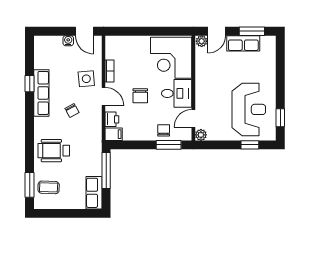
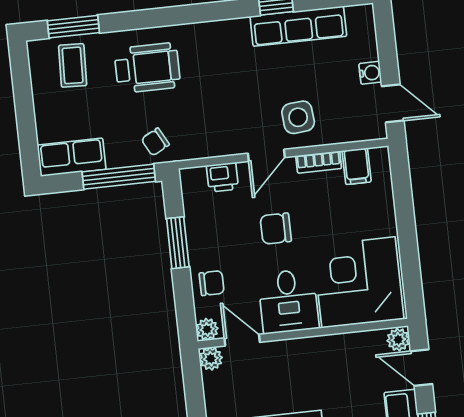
door: (85, 31) -> (393, 103), swing flipped
row of seats: (41, 93) -> (298, 26), moved
chair: (72, 110) -> (155, 142), moved
filing cabinet: (114, 134) -> (357, 166), moved
plant: (186, 135) -> (207, 329), added
window: (169, 145) -> (178, 243), moved
wheelchair: (54, 151) -> (147, 68), turned 90

